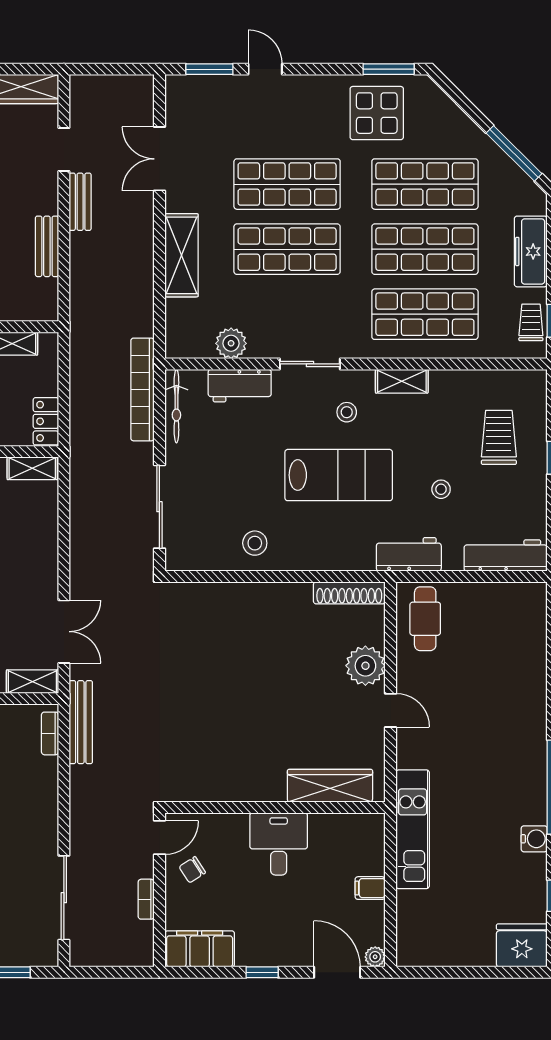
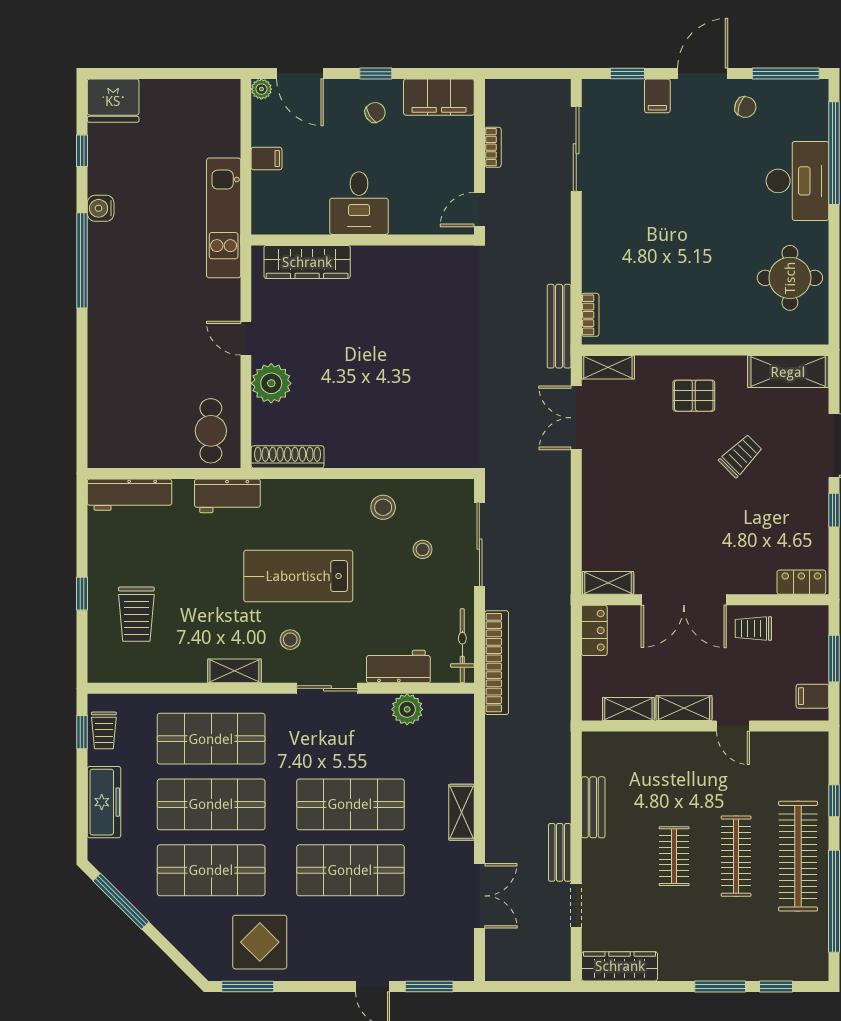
shelving: (181, 255) -> (462, 812), width x0.67, depth x0.75
stool: (441, 489) -> (423, 549), moved
chair: (192, 870) -> (375, 112), moved

